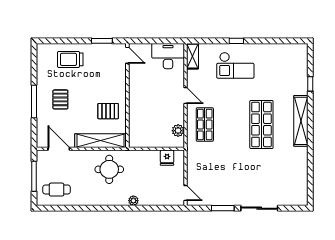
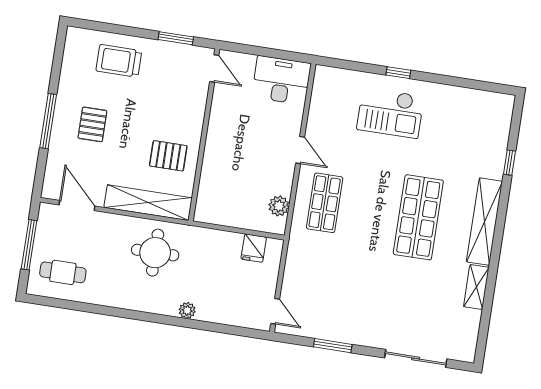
shelving: (192, 56) -> (476, 287), moved
sliding door: (259, 208) -> (416, 358), moved

